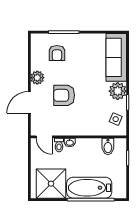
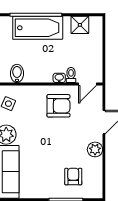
armchair: (64, 95) -> (58, 106), moved
door: (44, 137) -> (87, 84), swing flipped
shower: (51, 184) -> (80, 25), width x0.54, depth x0.54

